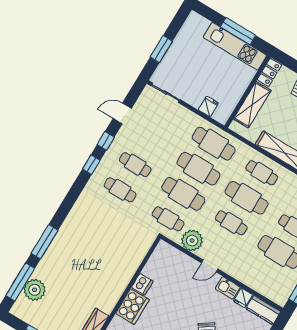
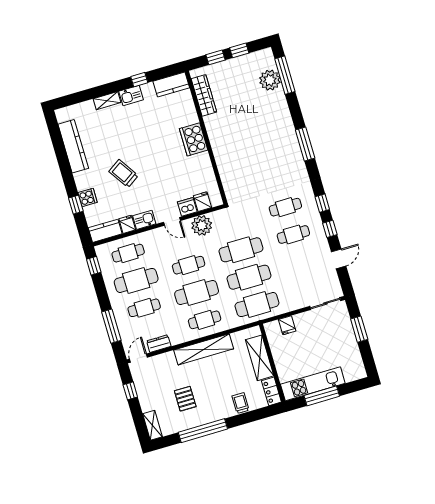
cafe table: (168, 219) -> (128, 253), moved
window: (45, 242) -> (305, 144), moved
fridge: (173, 256) -> (203, 202), added
door: (210, 266) -> (172, 221), swing flipped
dishwasher: (142, 284) -> (187, 207), moved, turned 90

